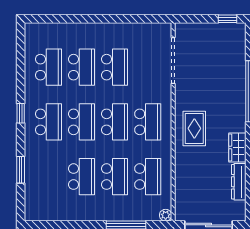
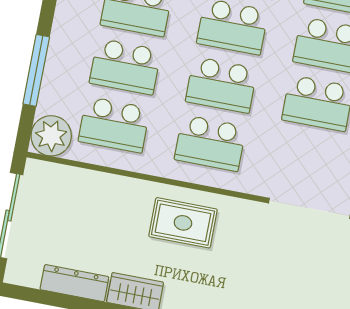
plant: (166, 215) -> (51, 136), width x1.88, depth x1.88

